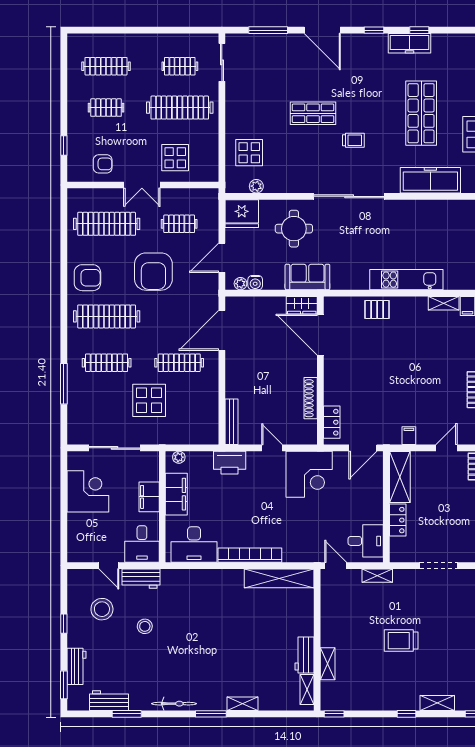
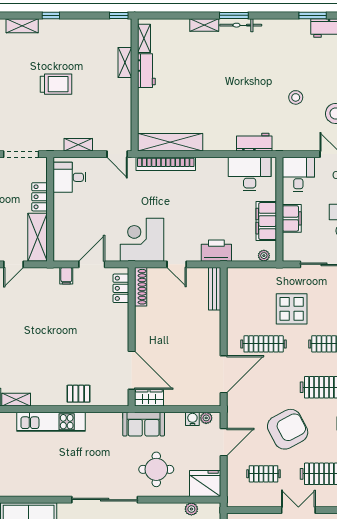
armchair: (153, 272) -> (288, 429), turned 62
shoe rack: (311, 398) -> (141, 287), moved
filing cabinet: (409, 436) -> (66, 276), moved
shelving: (400, 477) -> (38, 237), moved
wall: (386, 507) -> (50, 209), moved
locker: (398, 520) -> (40, 197), moved
desk: (366, 541) -> (70, 177), moved
bookcase: (250, 555) -> (166, 164), moved
workbench: (141, 579) -> (254, 142), moved
bicycle: (174, 704) -> (241, 25), moved

